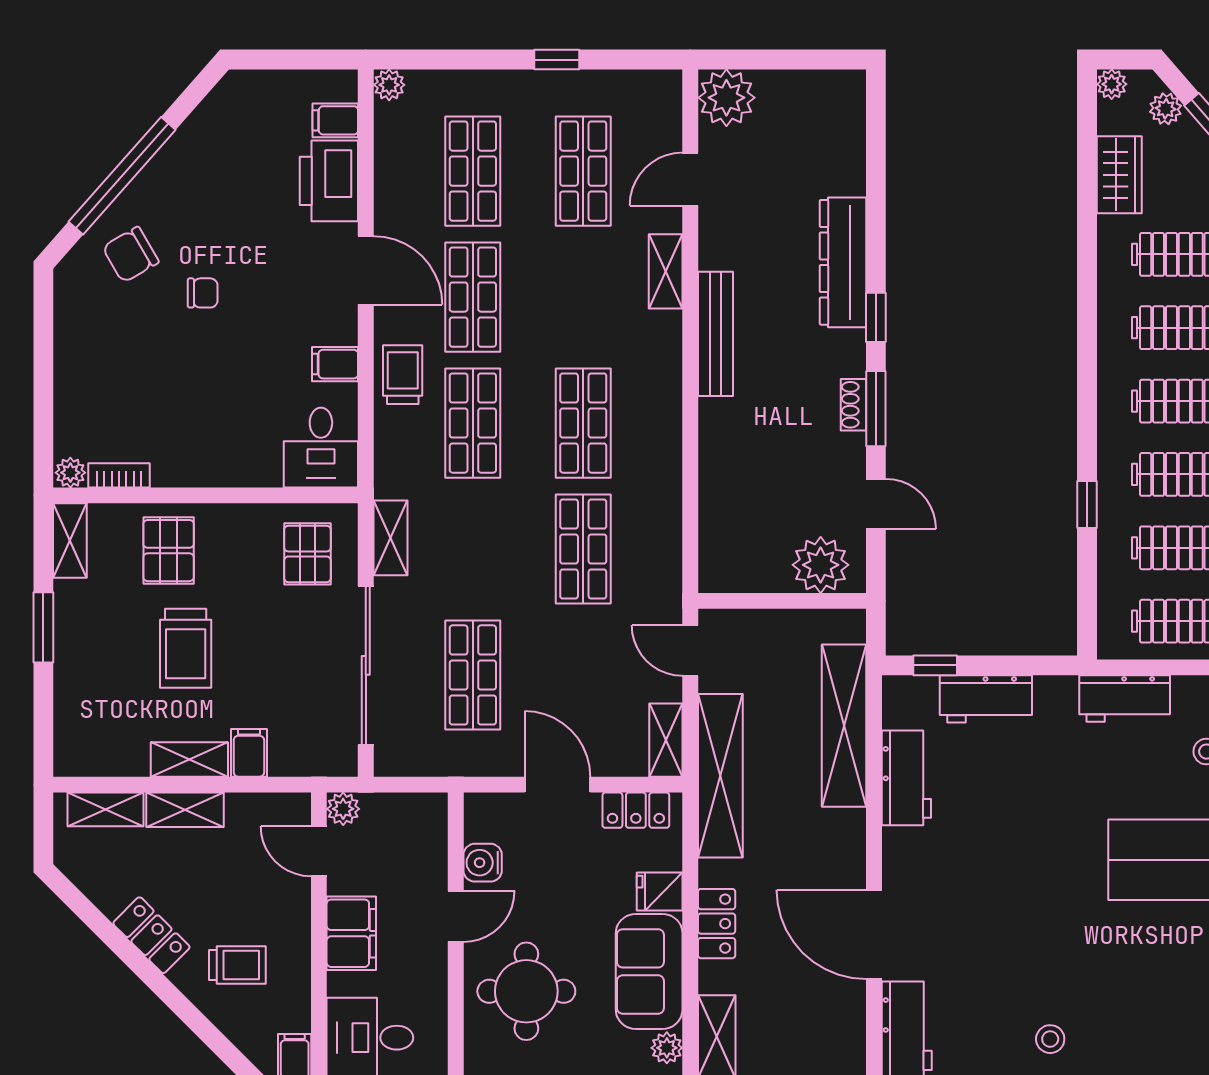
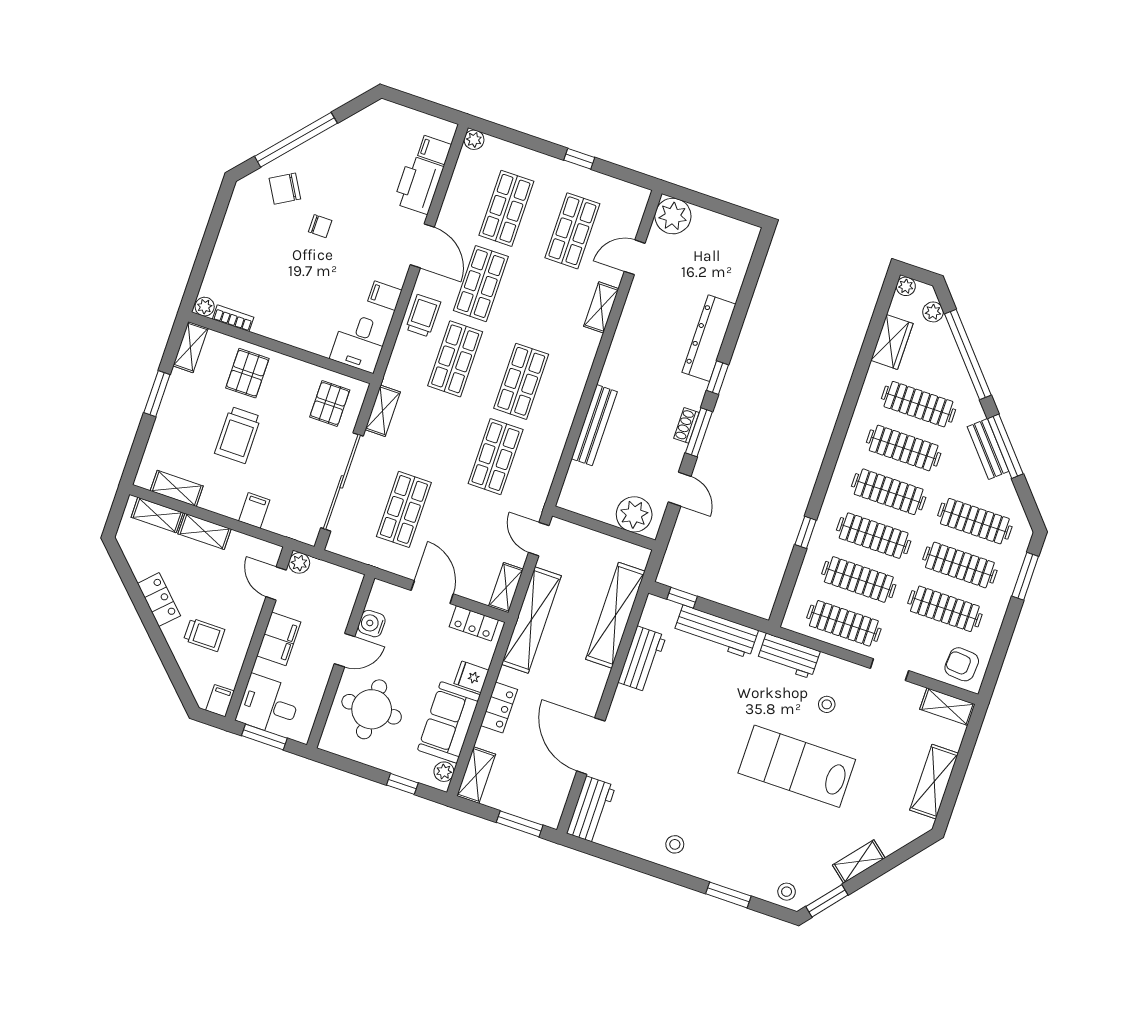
bench: (715, 334) -> (594, 425), moved
workbench: (986, 699) -> (716, 632), width x1.38
shelving: (189, 759) -> (177, 488), moved

